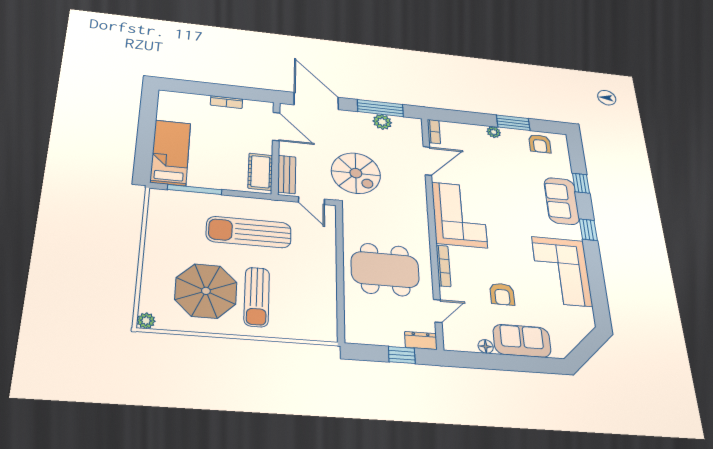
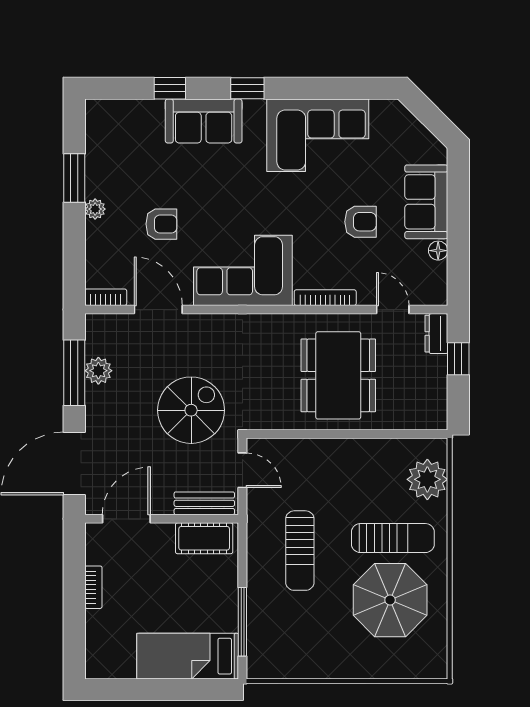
armchair: (540, 144) -> (161, 224), moved
door: (311, 201) -> (242, 470), hinge flipped
sun lounger: (249, 232) -> (300, 551), width x0.73, depth x0.75
plant: (146, 321) -> (427, 479), moved, width x1.87, depth x1.87

